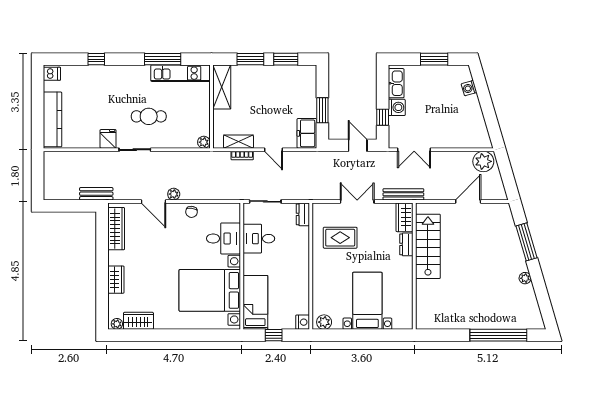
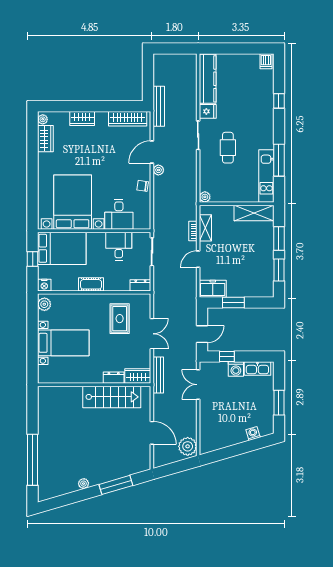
kitchen counter: (52, 119) -> (208, 79), moved, turned -90
bench: (96, 194) -> (159, 106), width x1.36
cot: (302, 270) -> (91, 284), added
bed: (255, 302) -> (62, 248), width x1.50

